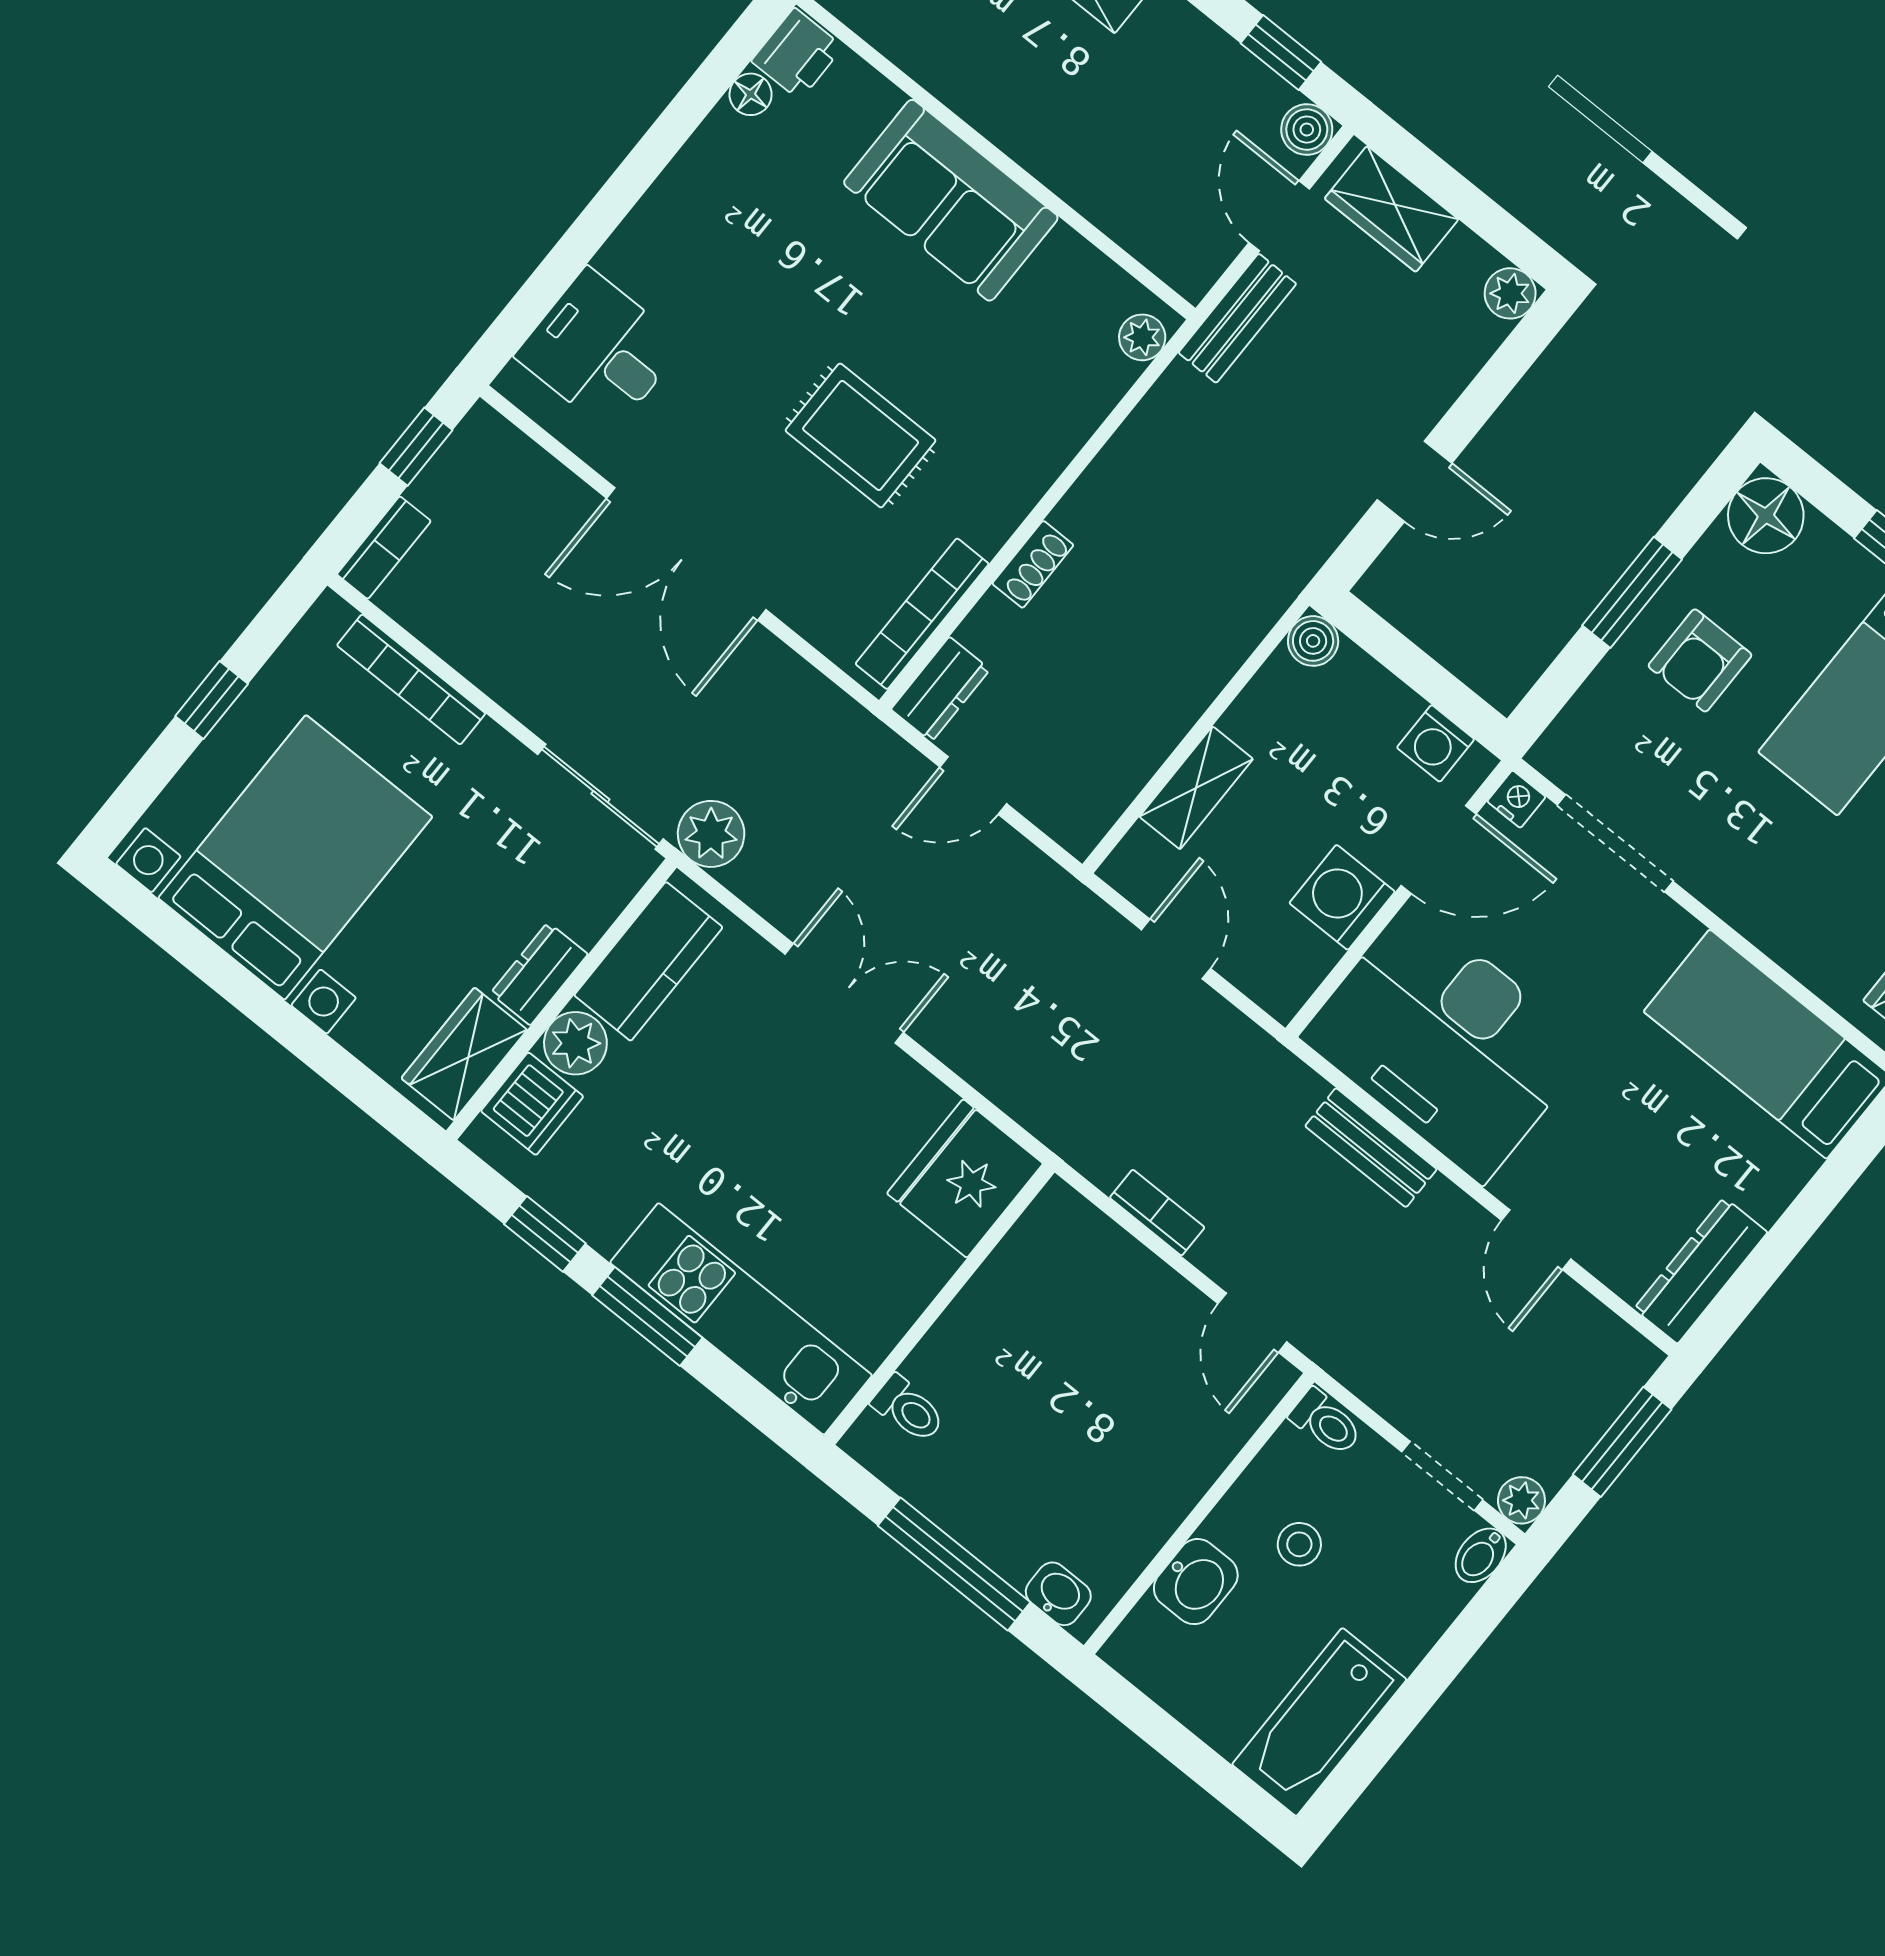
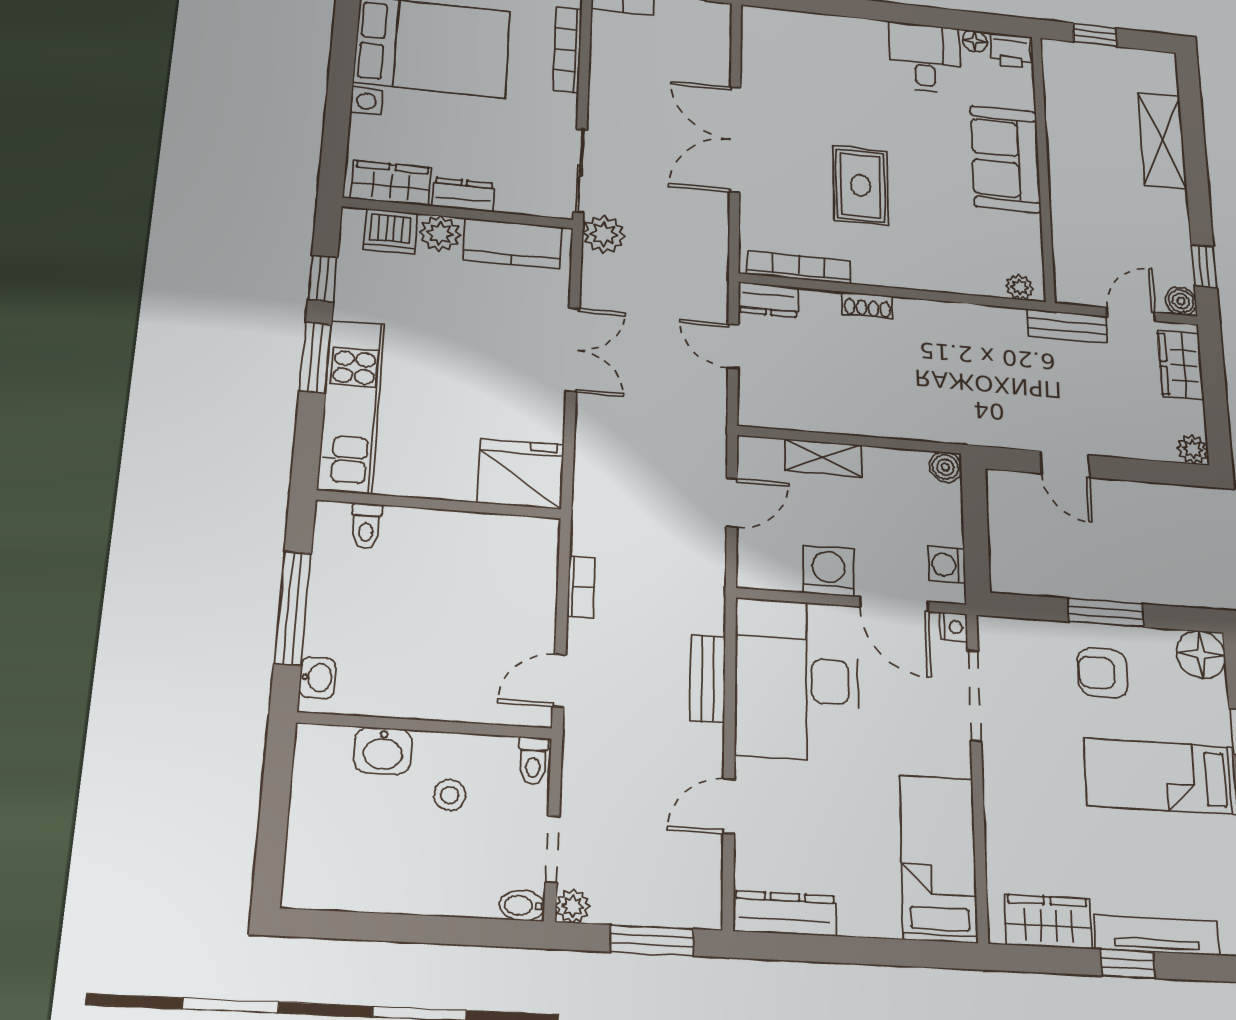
desk: (599, 350) -> (925, 57), moved
bathtub: (1319, 1722) -> (349, 881), removed

